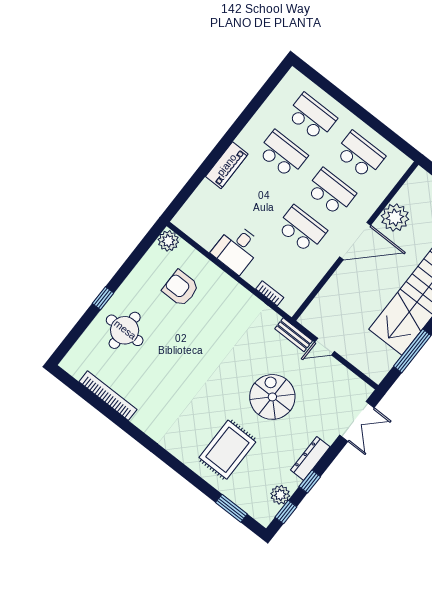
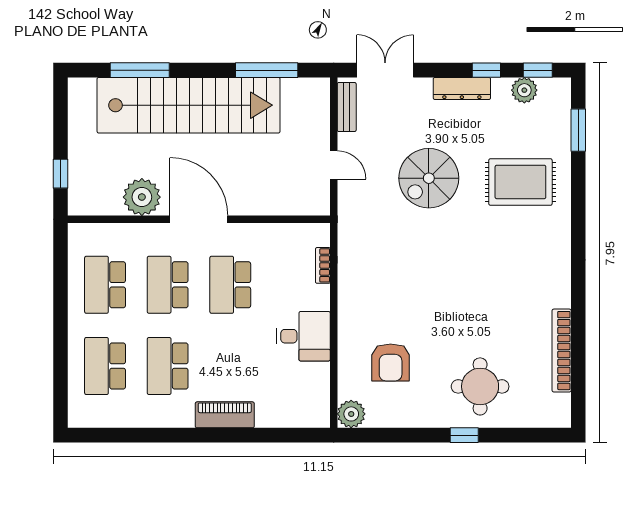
bench: (294, 335) -> (347, 107), moved

